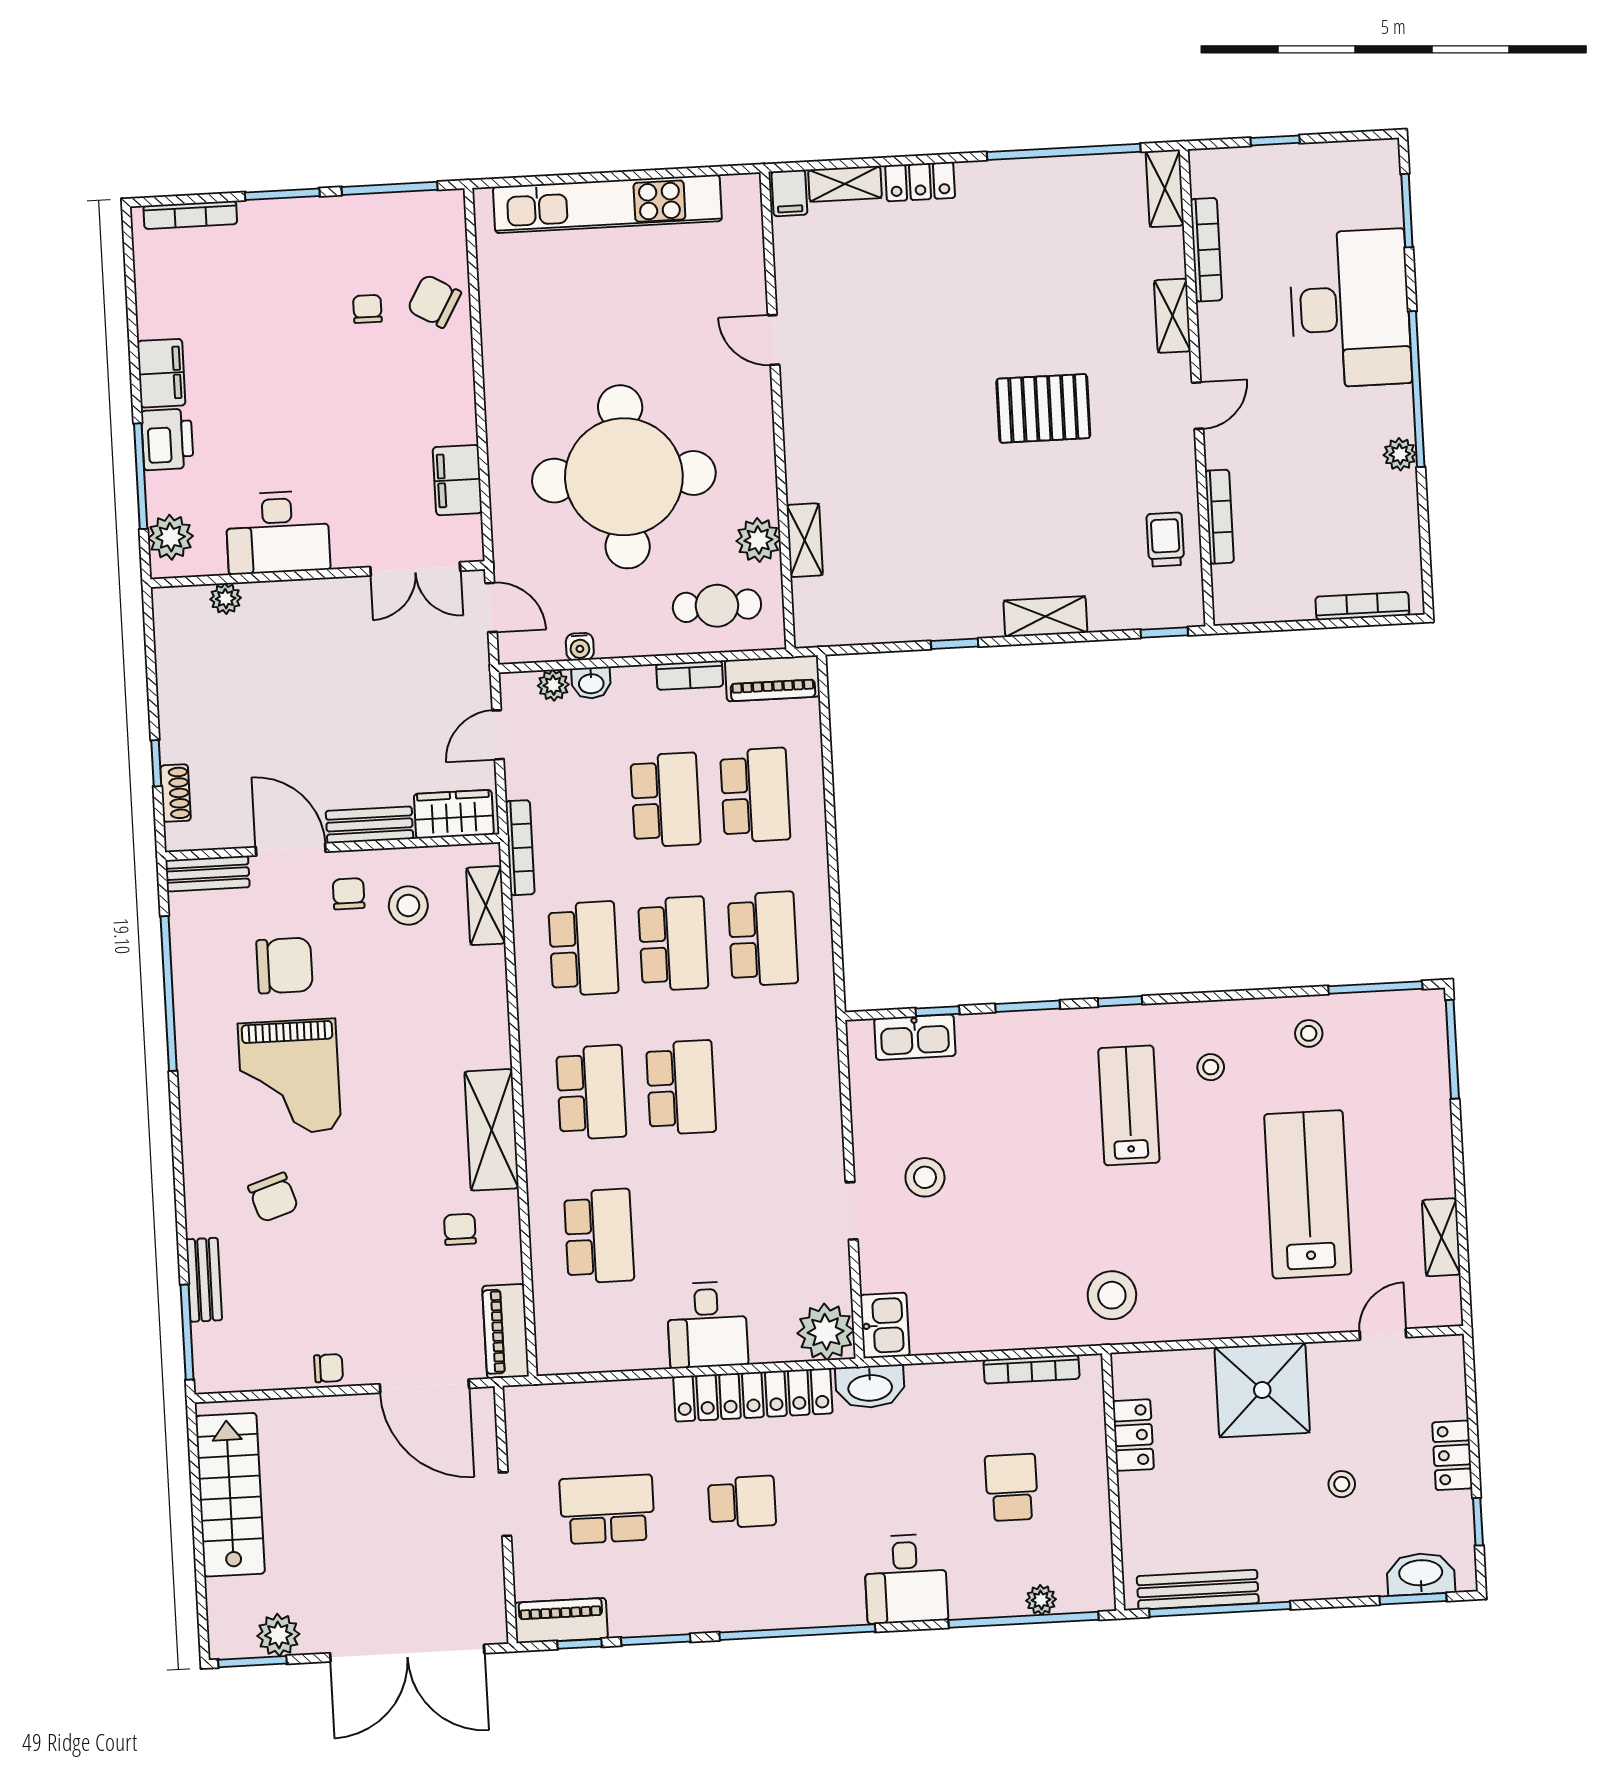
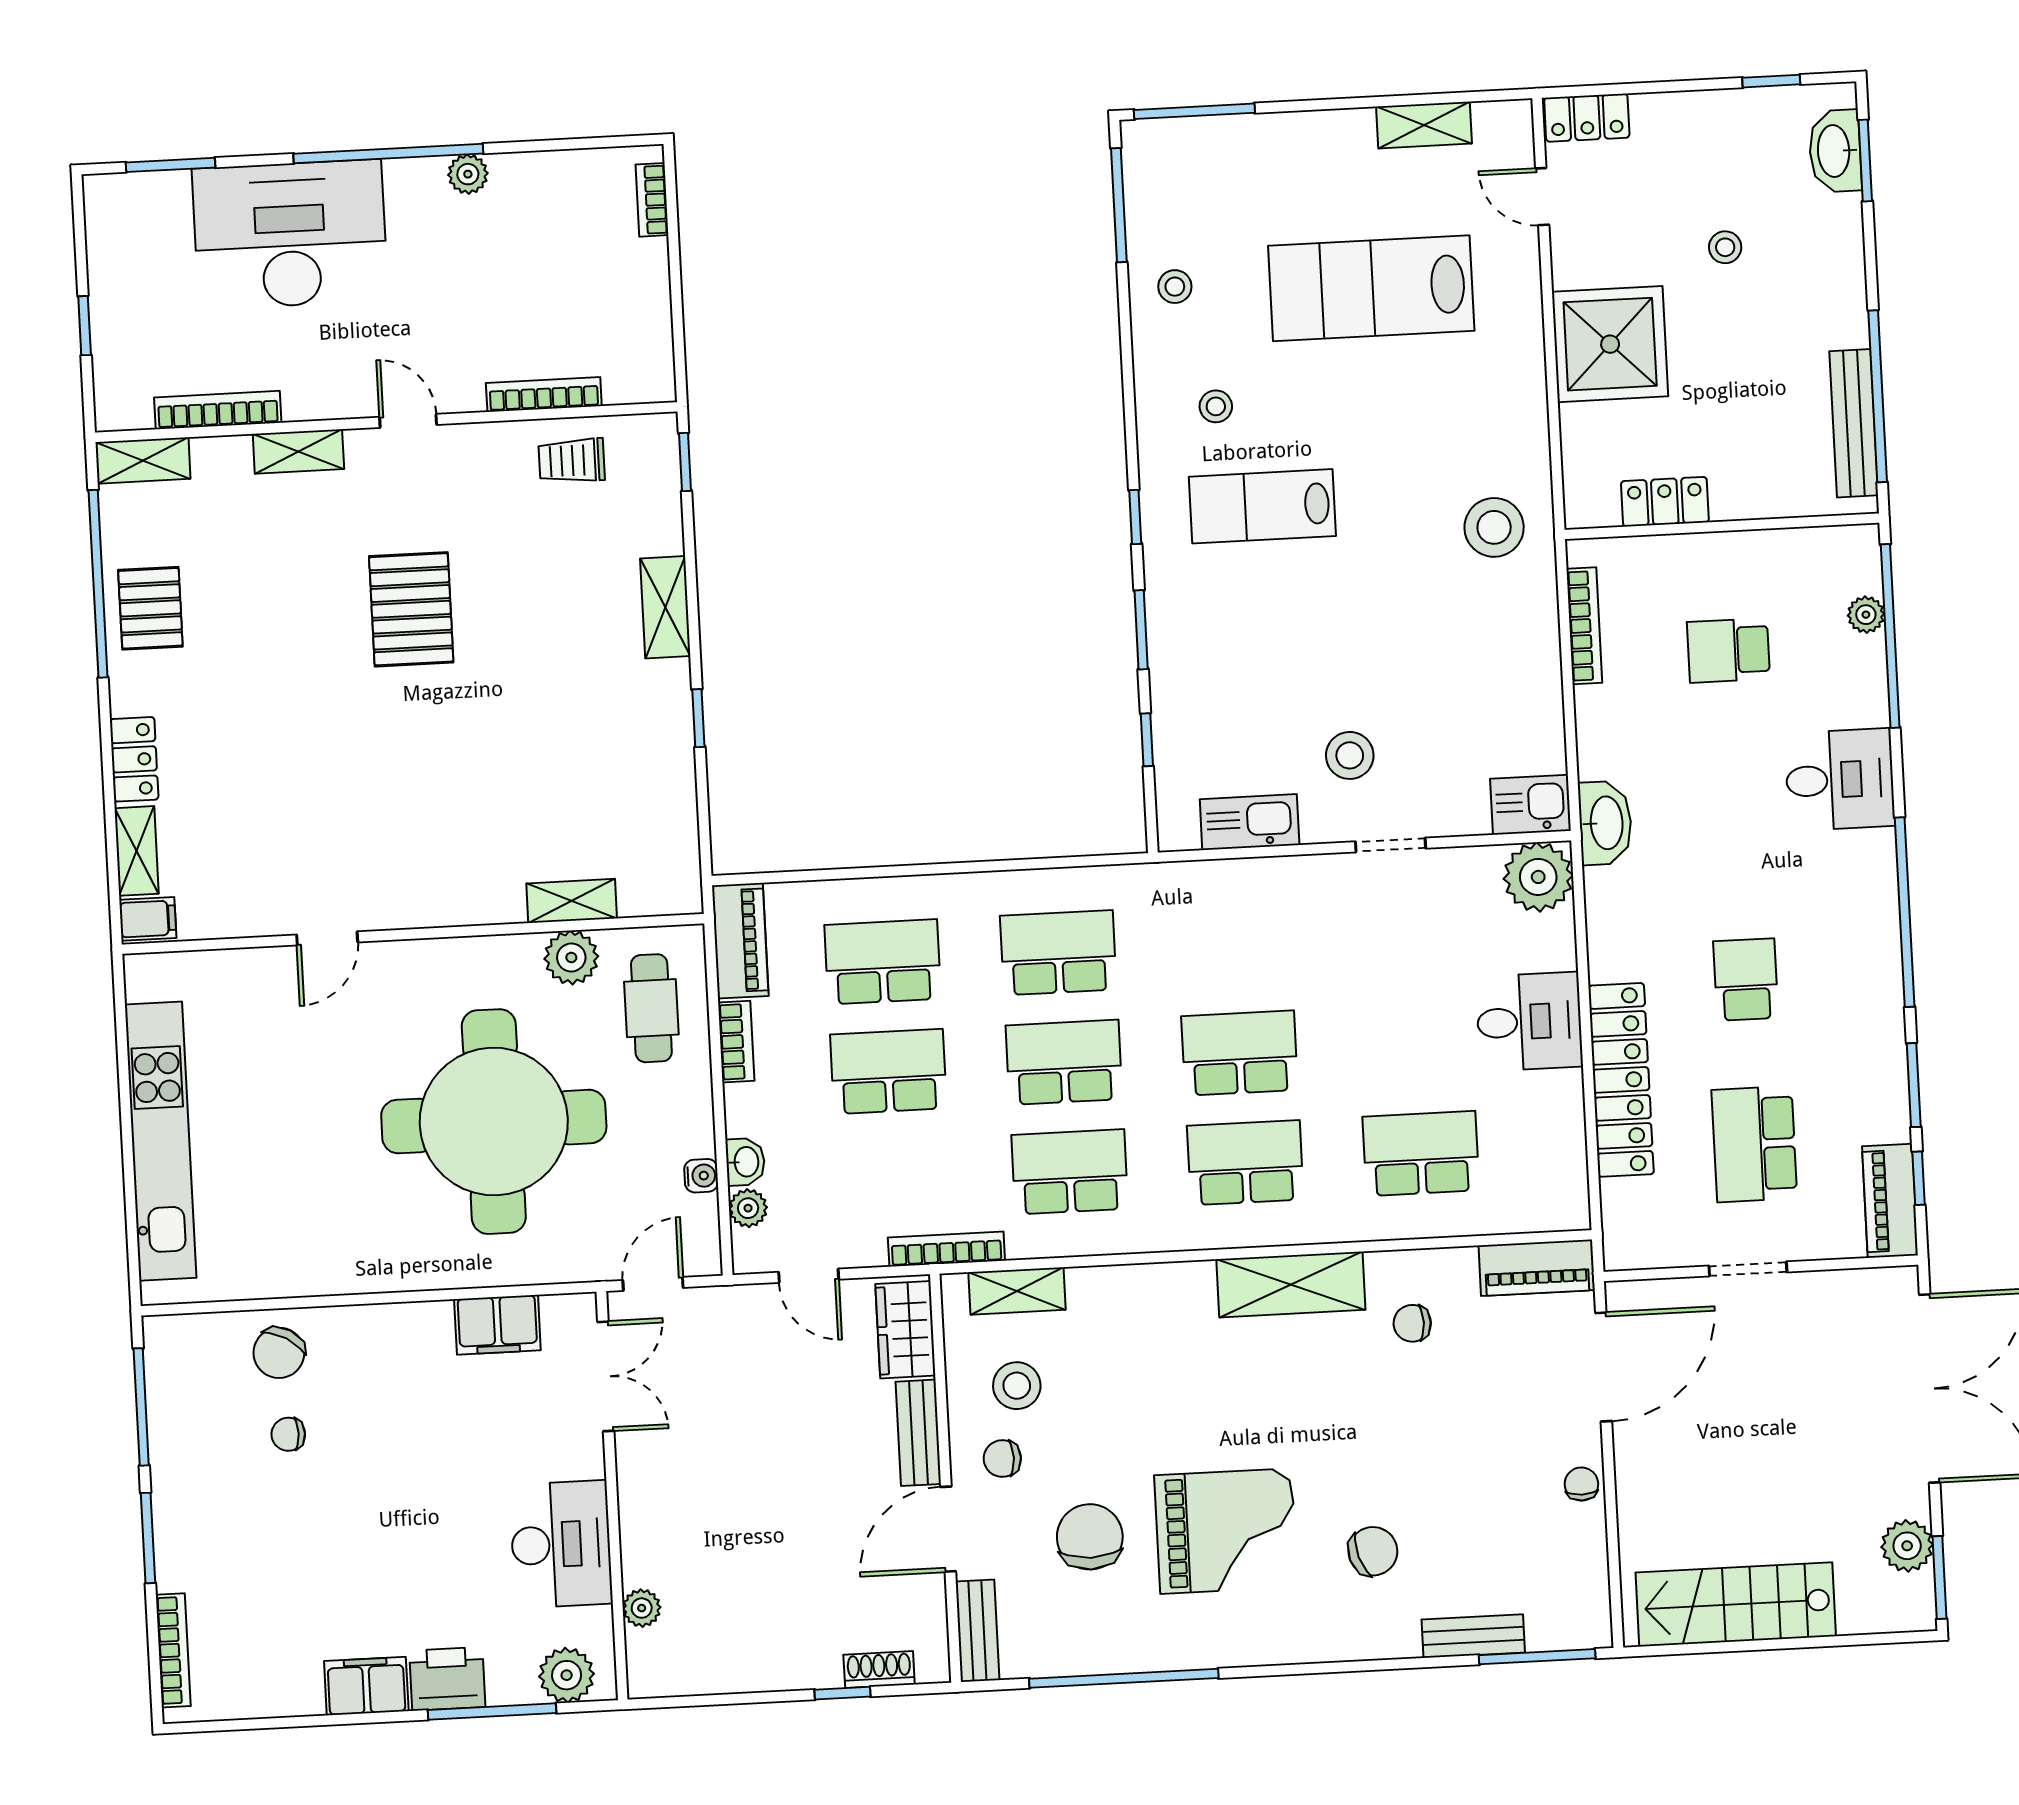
pallet: (1044, 195) -> (150, 608), added
bookcase: (1362, 606) -> (652, 200), width x0.64
kitchen sink: (915, 1037) -> (1250, 822), moved, turned -90
locker: (753, 1395) -> (1621, 1080), moved
locker: (1452, 1455) -> (1587, 118), moved

